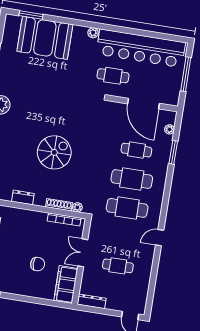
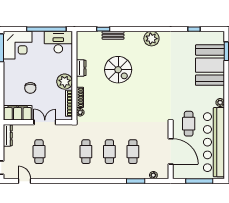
door: (144, 104) -> (171, 151), swing flipped
spiral stairs: (54, 152) -> (118, 70), moved
cafe table: (132, 179) -> (109, 152), width x0.73, depth x0.74
cafe table: (127, 208) -> (86, 152), width x0.73, depth x0.74
plant: (37, 220) -> (65, 82), added
door: (160, 238) -> (24, 181), moved

